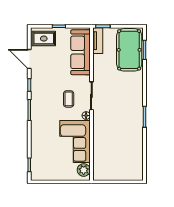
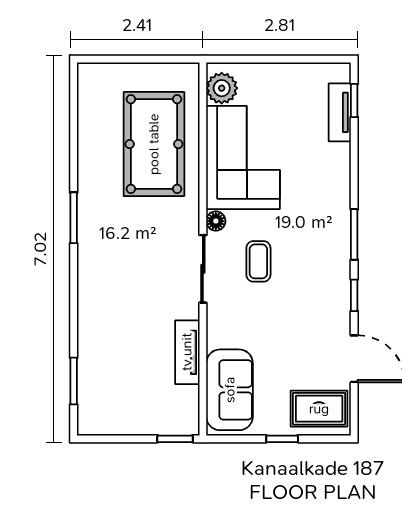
tv unit: (98, 41) -> (187, 352), moved
pool table: (129, 50) -> (154, 144), moved
sofa: (80, 52) -> (230, 390), width x0.73
tv unit: (35, 160) -> (340, 112), added

